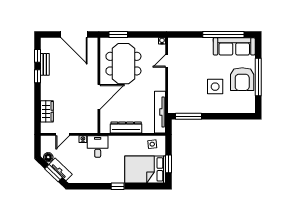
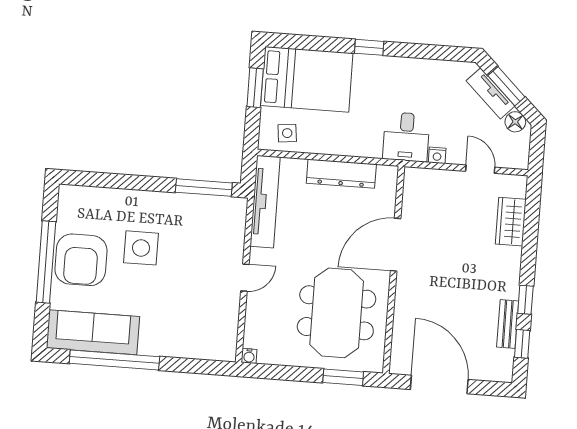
door: (167, 61) -> (245, 278), moved
armchair: (242, 79) -> (81, 260), turned 180
door: (63, 134) -> (480, 169), hinge flipped

